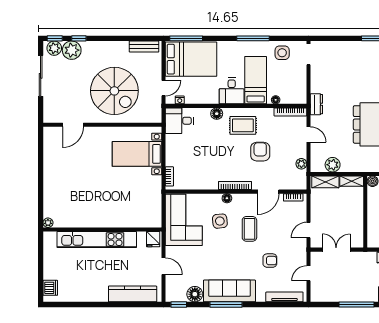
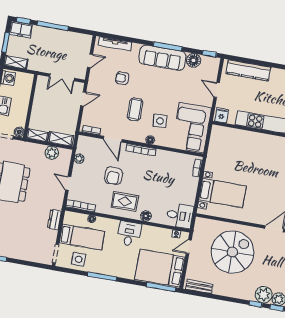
bed: (256, 80) -> (82, 237), moved, turned -90
spiral stairs: (114, 91) -> (232, 252), turned 90
dresser: (316, 104) -> (55, 220), moved
door: (268, 192) -> (113, 139), swing flipped

